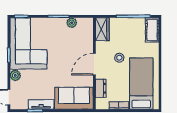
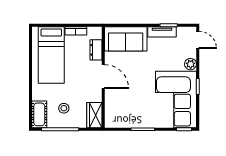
plant: (72, 23) -> (128, 122), removed
stool: (119, 58) -> (64, 108), moved
door: (94, 64) -> (103, 77), hinge flipped

